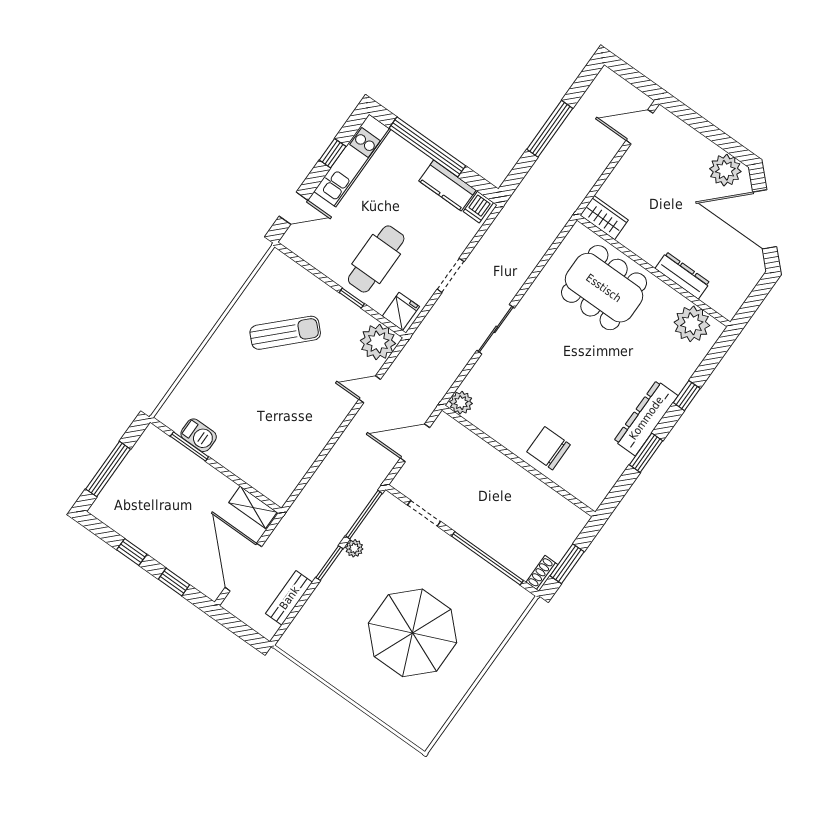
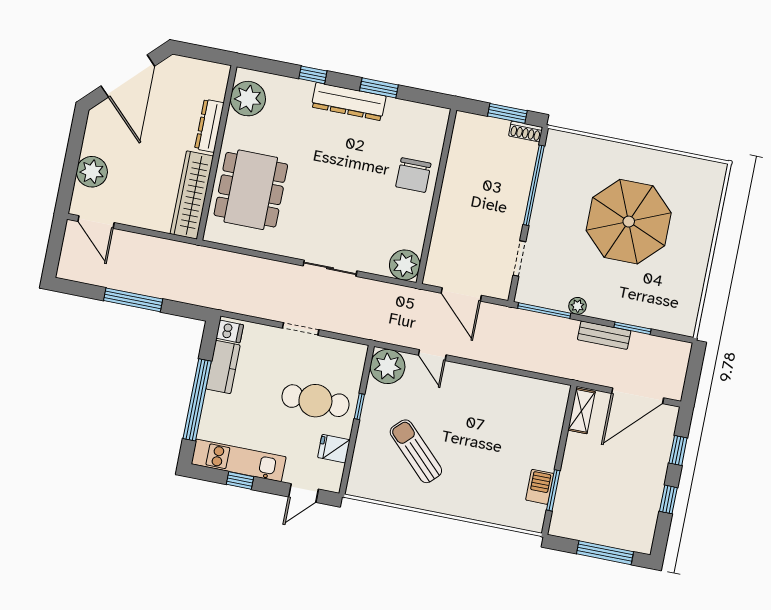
plant: (725, 170) -> (92, 172), moved
door: (293, 208) -> (304, 493), swing flipped
wardrobe: (604, 218) -> (192, 195), width x2.10, depth x1.17
fridge: (401, 311) -> (334, 449), moved
plant: (461, 403) -> (405, 265), width x1.36, depth x1.36
window: (329, 563) -> (632, 328), moved
bench: (289, 598) -> (604, 335), moved

